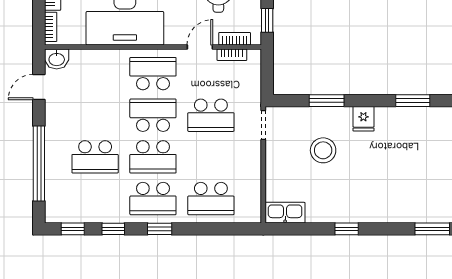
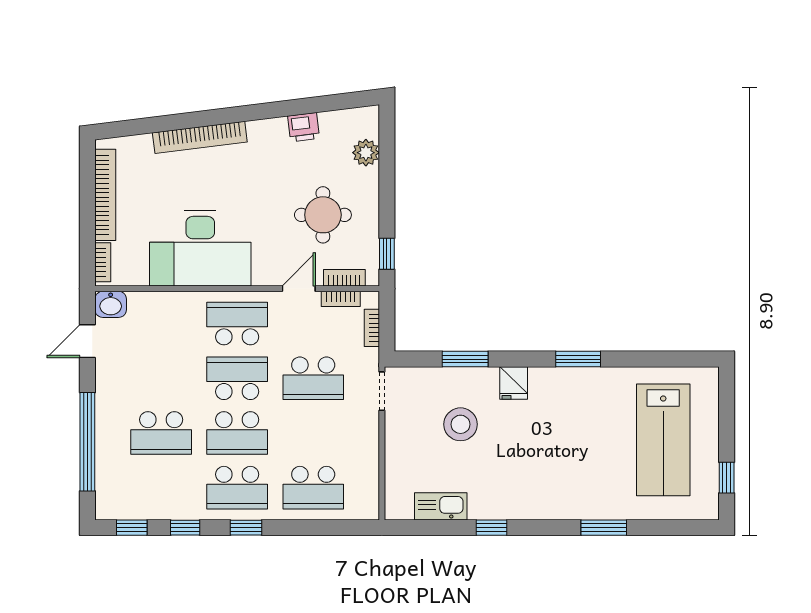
bookcase: (256, 77) -> (372, 328), added
kitchen sink: (285, 213) -> (441, 506), moved

